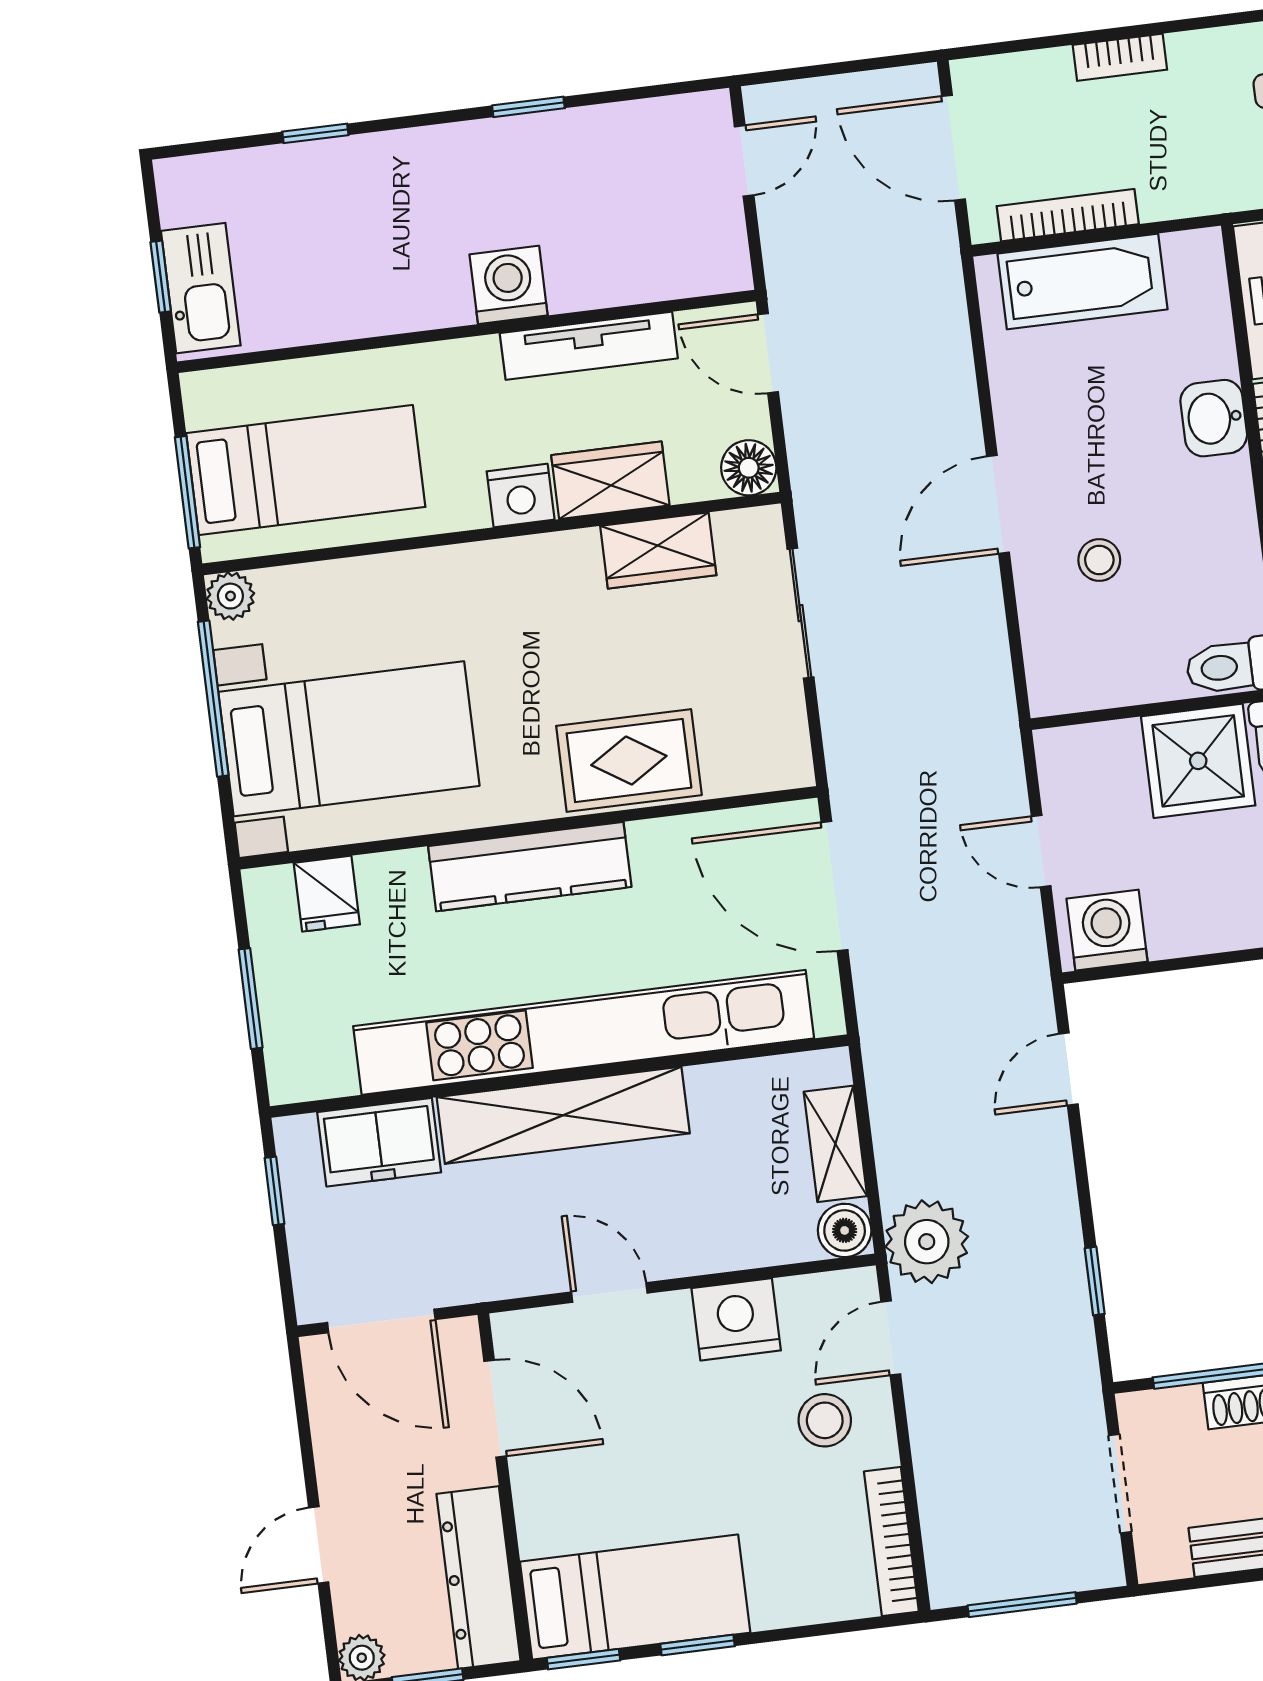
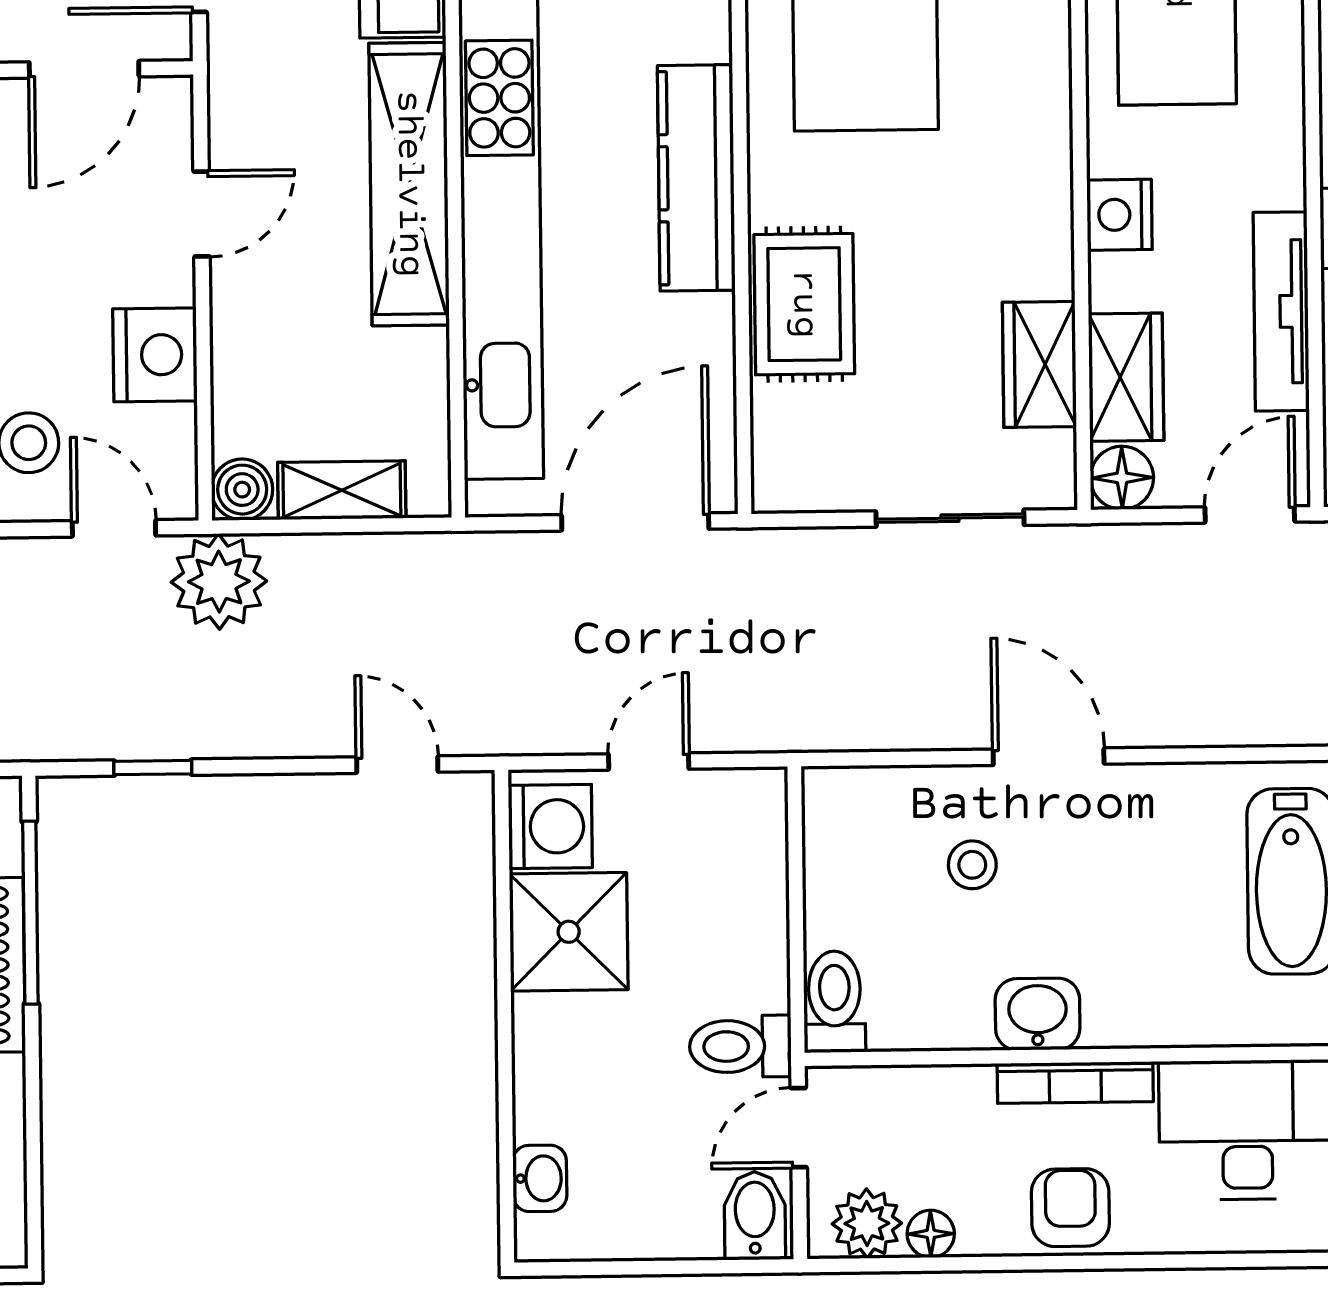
washbasin: (1214, 418) -> (1038, 1014), moved
wardrobe: (610, 480) -> (1126, 377), moved
shower: (1198, 761) -> (569, 932), moved

